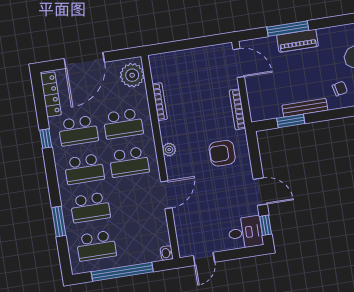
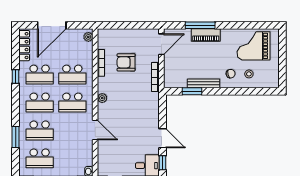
door: (239, 63) -> (161, 44), hinge flipped
plant: (132, 75) -> (88, 37), width x0.53, depth x0.53
armchair: (222, 153) -> (126, 62), moved
door: (166, 195) -> (95, 130), hinge flipped

